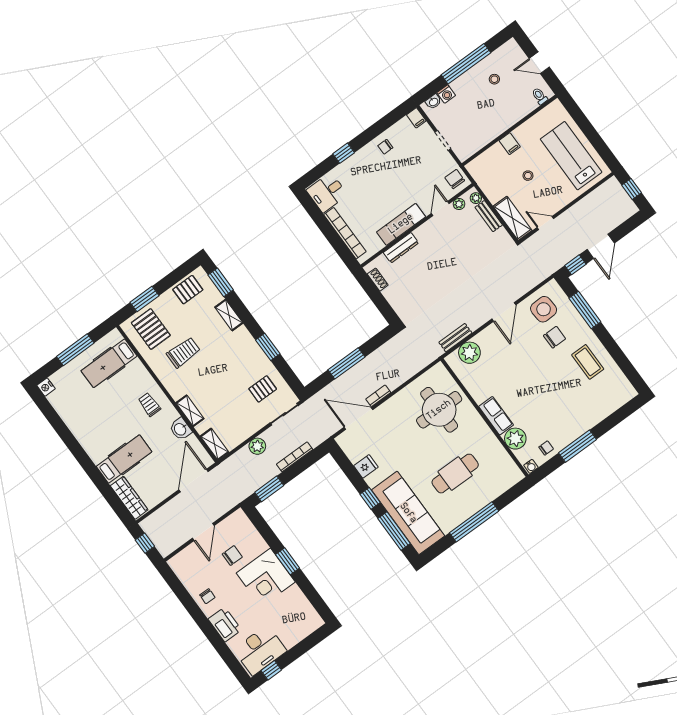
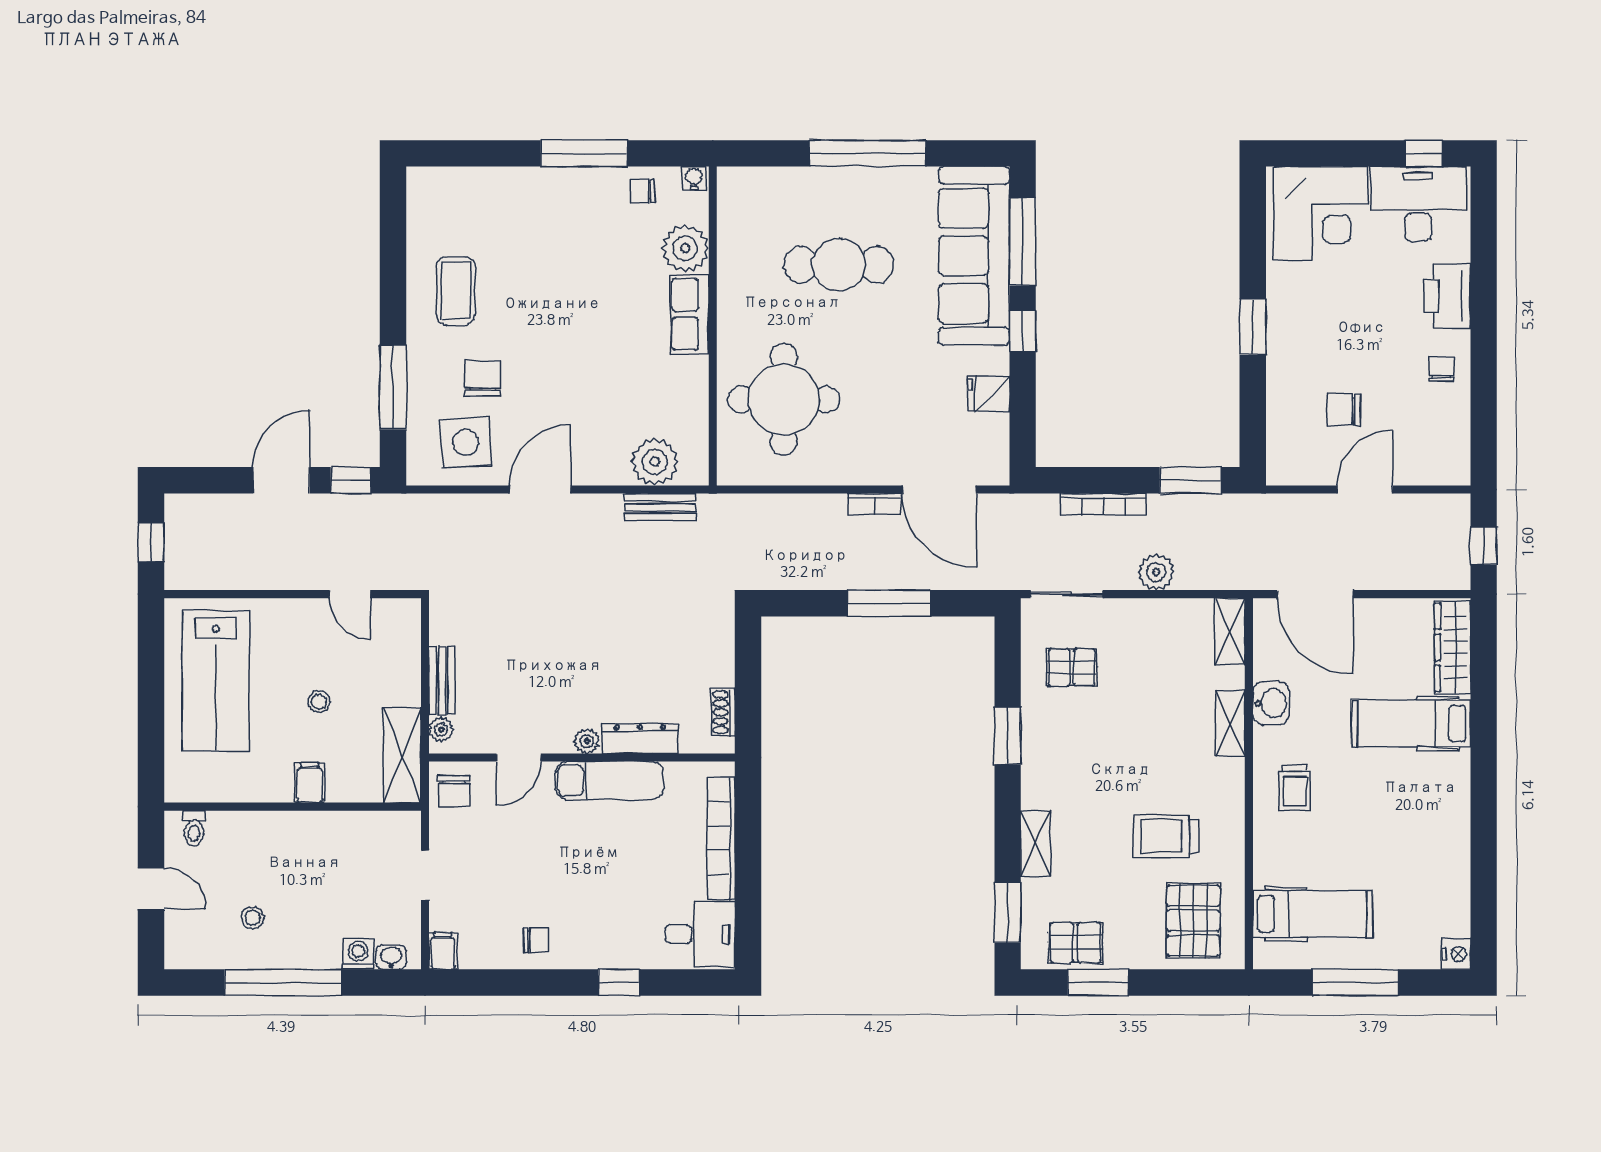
plant: (459, 204) -> (587, 741), moved
shelving: (513, 218) -> (402, 755), moved
window: (145, 299) -> (1098, 983), moved
chair: (555, 337) -> (483, 378), turned 90
door: (194, 481) -> (1315, 594), hinge flipped
corner desk: (266, 578) -> (1321, 213), moved, turned 90

